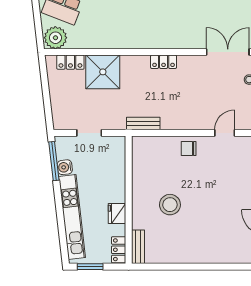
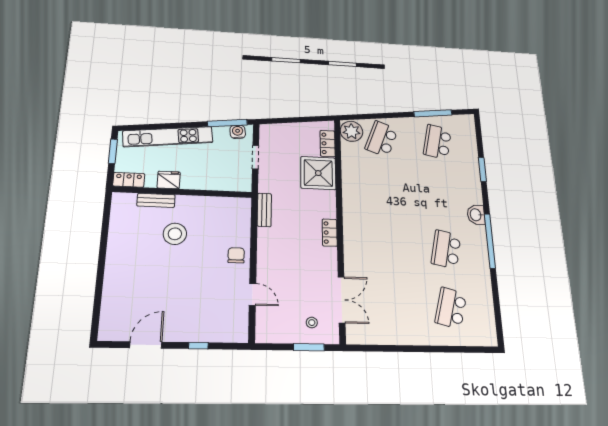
water cooler: (65, 167) -> (238, 132), moved
bench: (138, 247) -> (156, 200), moved

